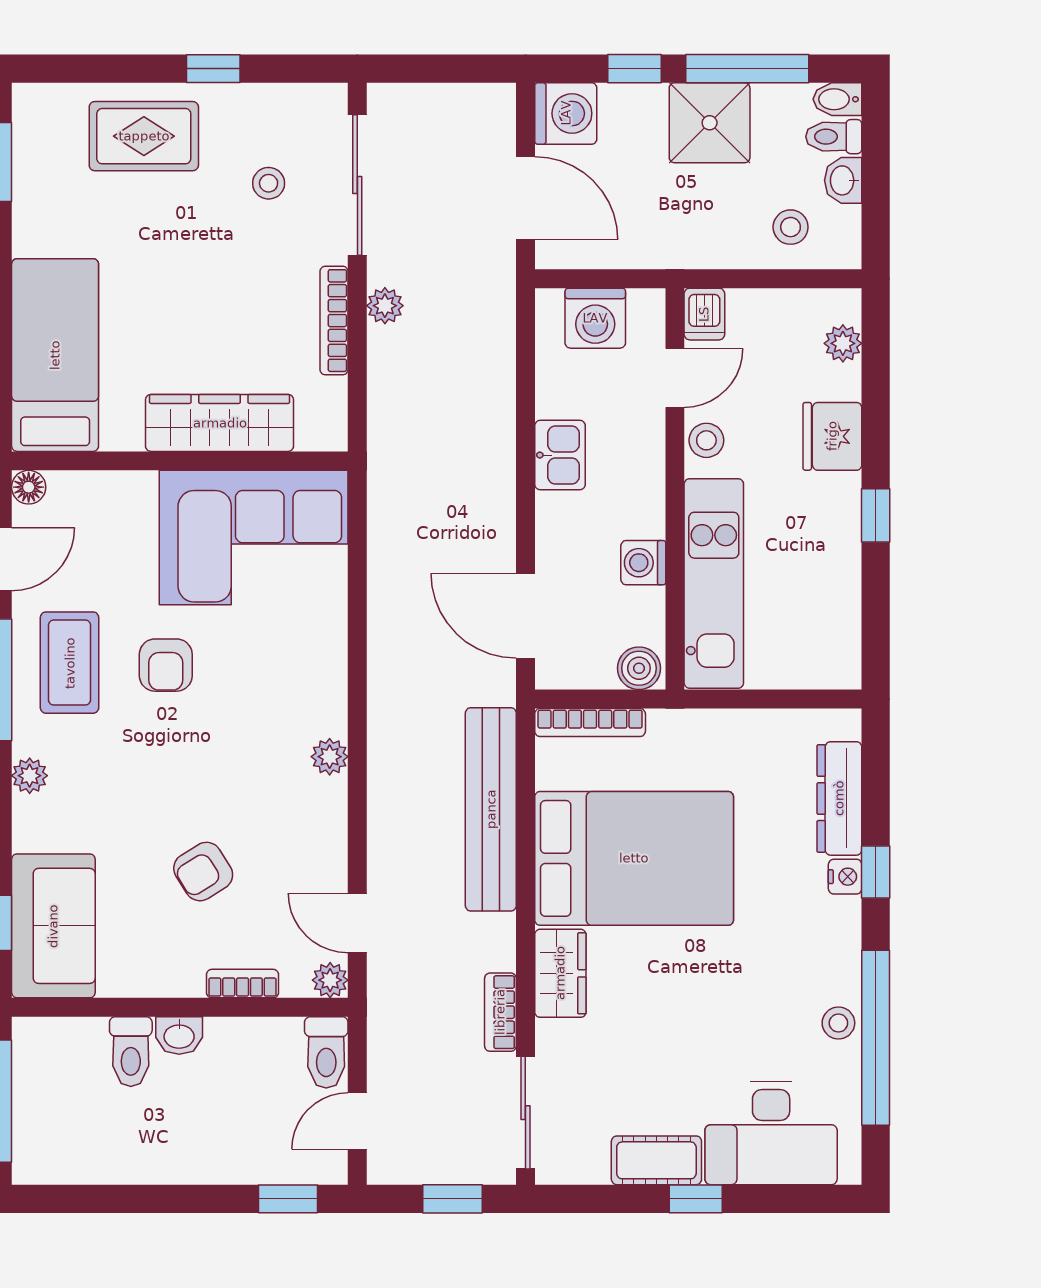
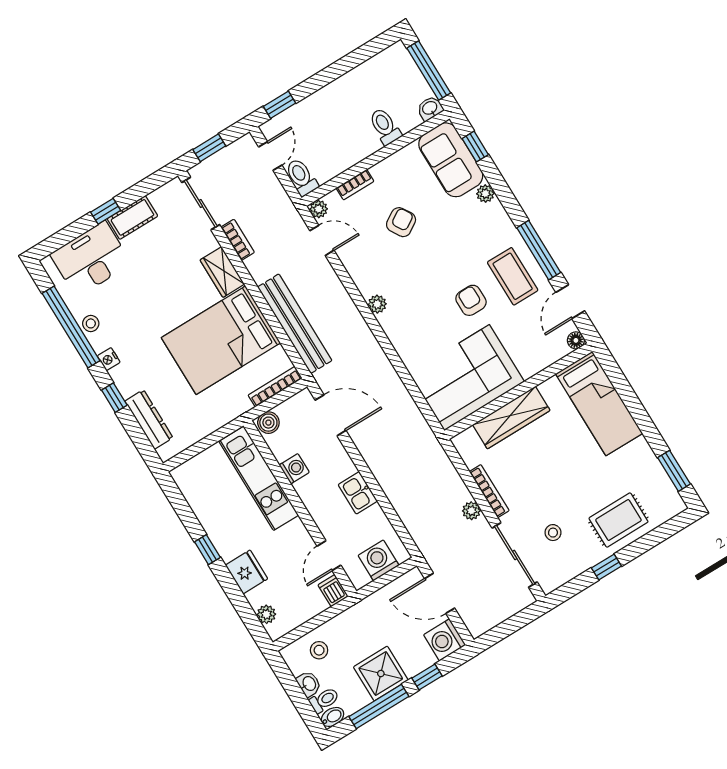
stool: (706, 440) -> (299, 537), removed
plant: (30, 776) -> (485, 194), moved
nightstand: (845, 877) -> (109, 359), moved
washbasin: (179, 1035) -> (430, 108), moved

